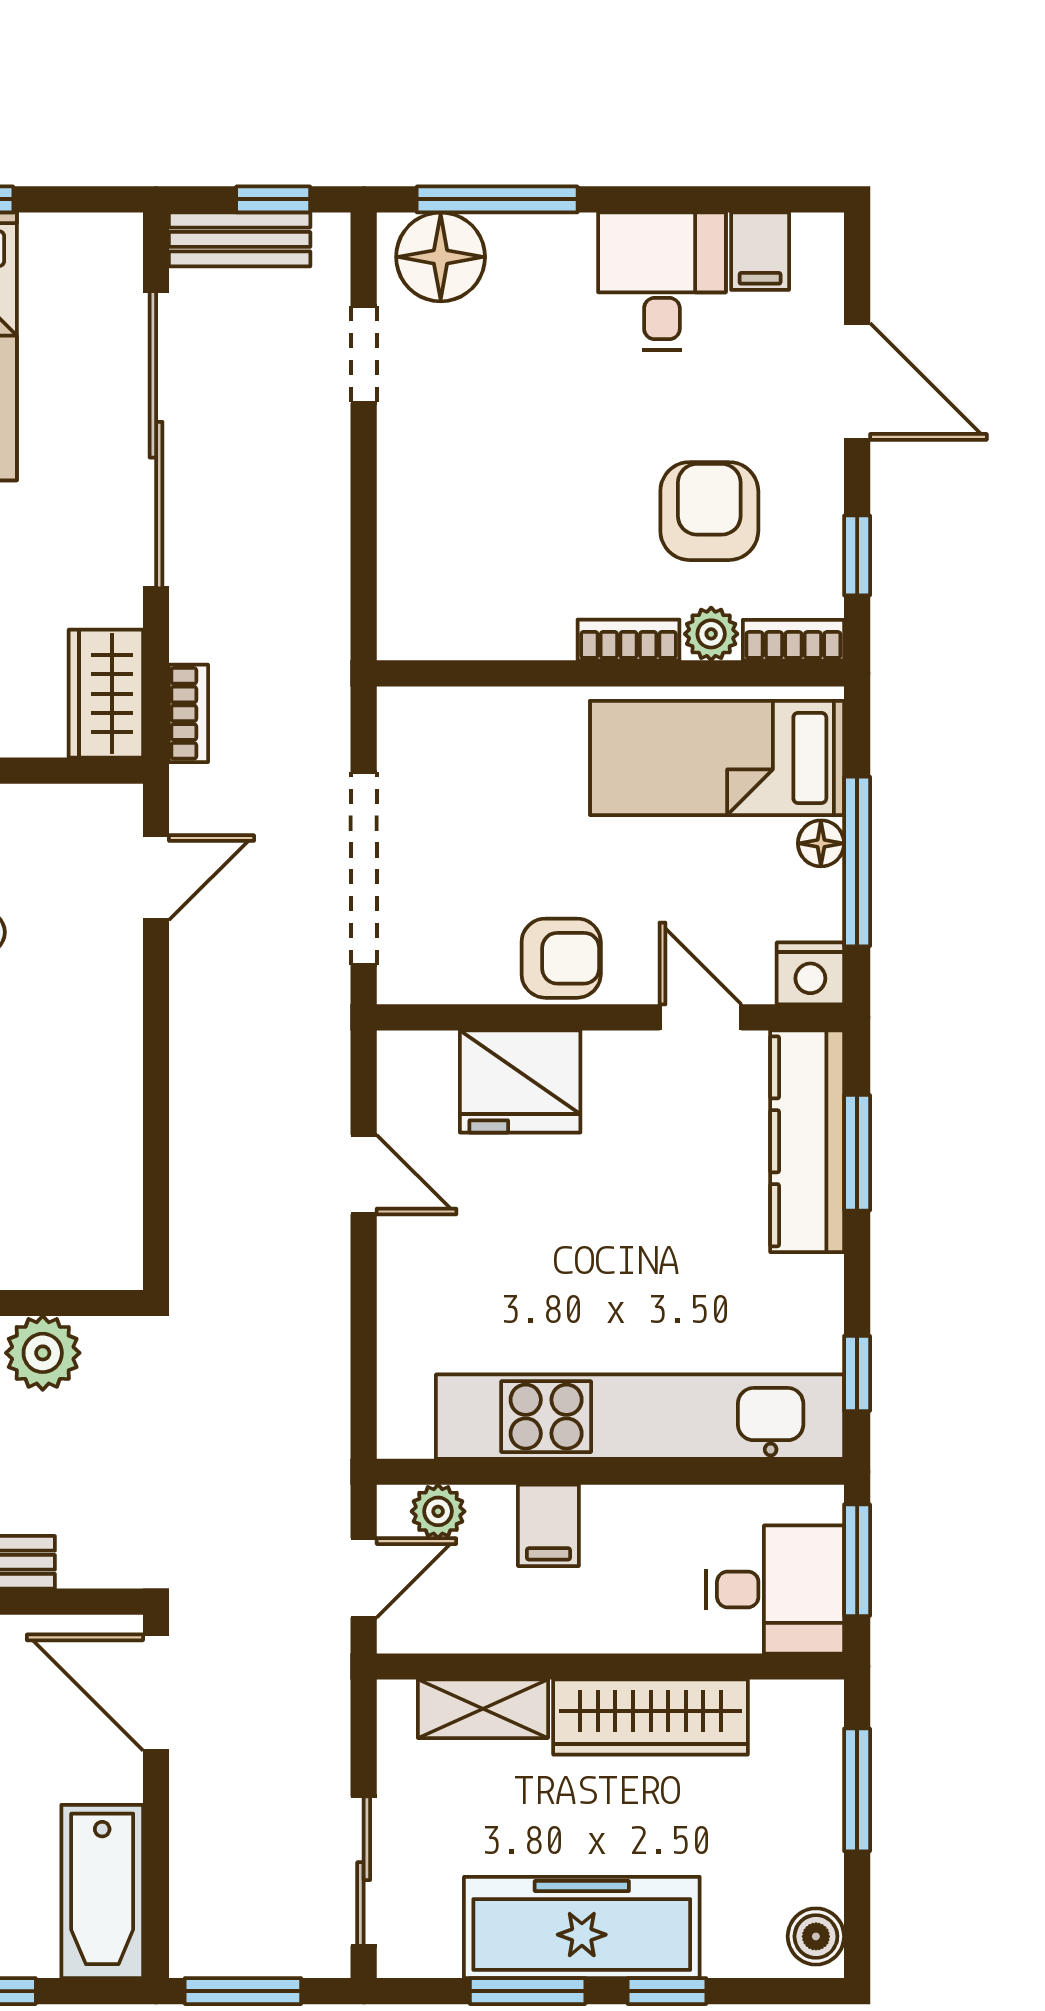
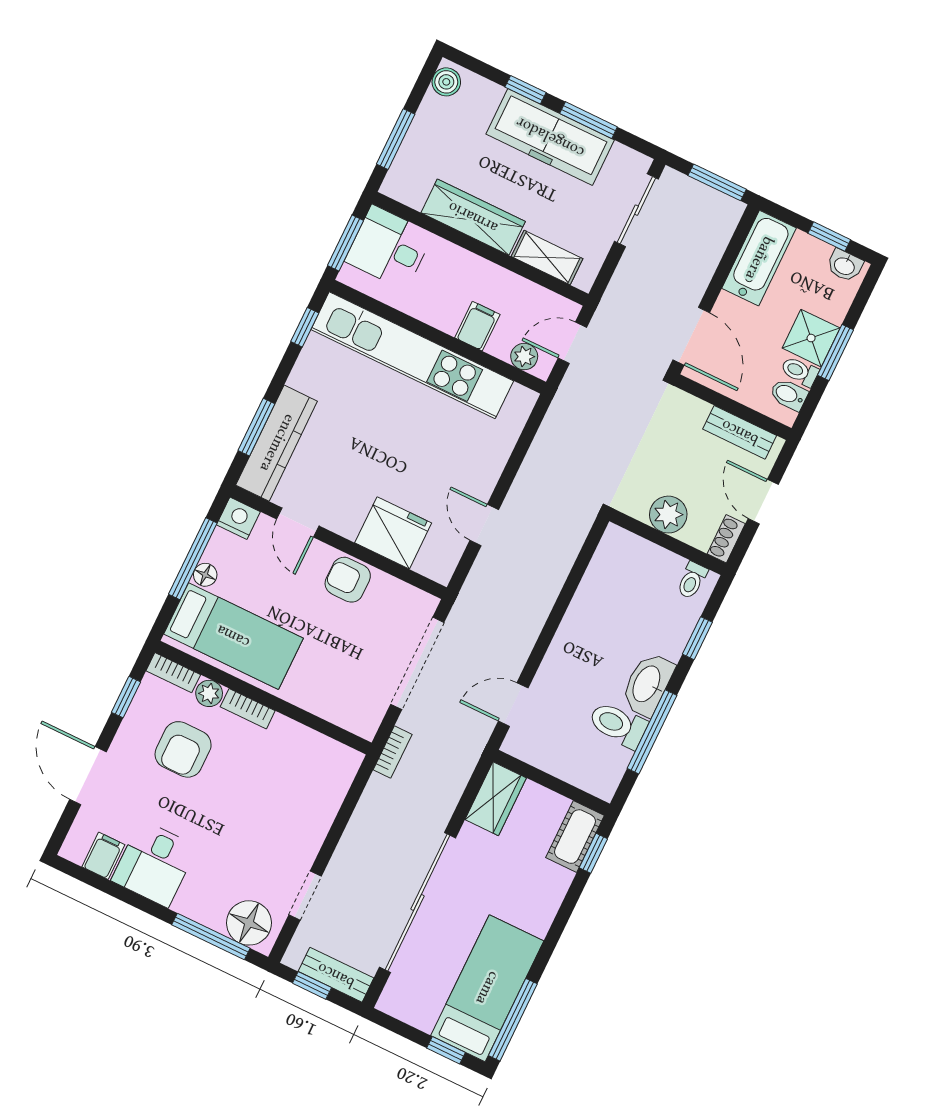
bookcase: (189, 713) -> (393, 752), moved, turned 180

